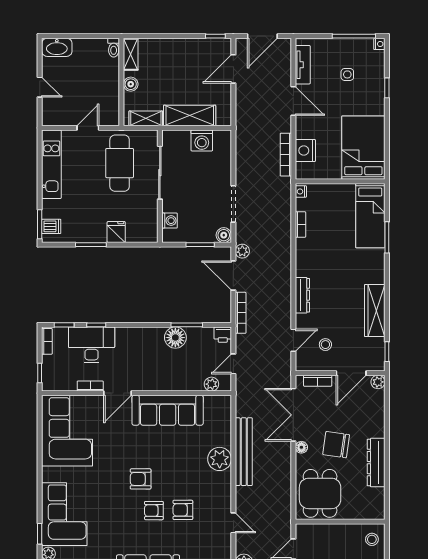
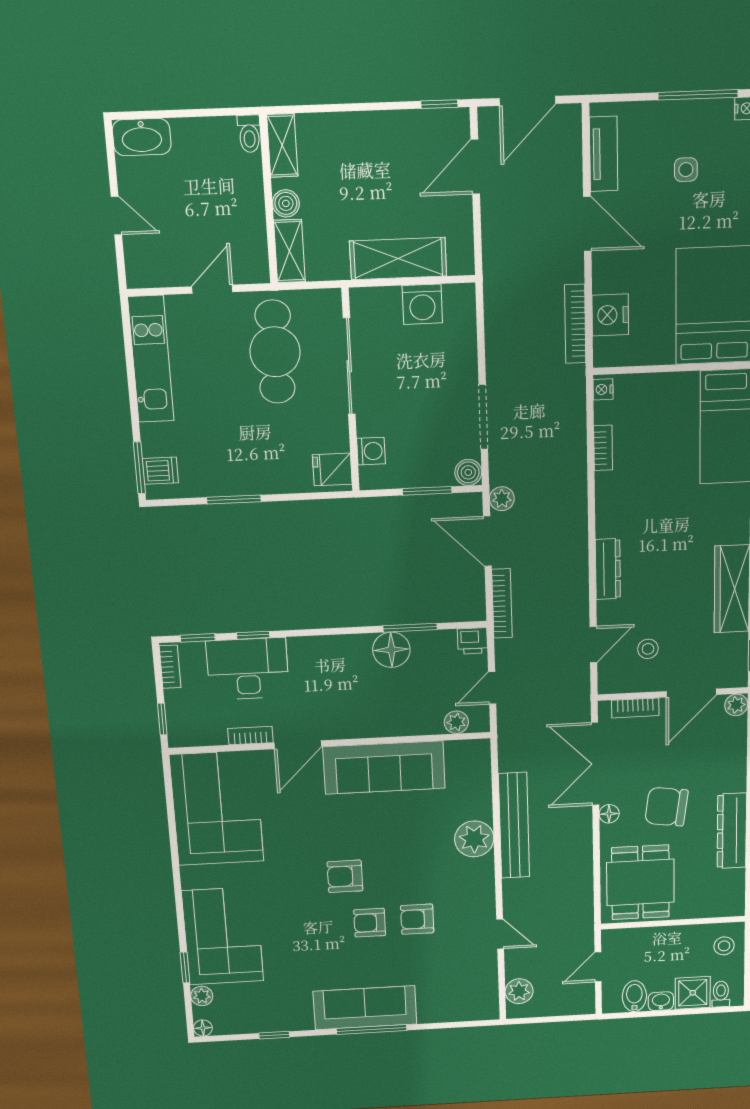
shelving: (146, 118) -> (289, 251), moved, turned 90
fridge: (116, 232) -> (332, 469), moved, turned -90

